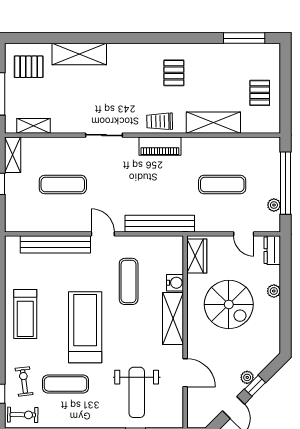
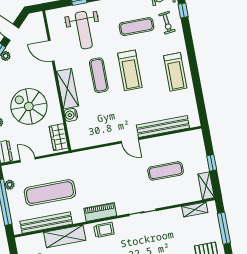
exercise mat: (222, 185) -> (50, 193), width x1.36, depth x1.45
bench: (160, 224) -> (46, 223), moved
exercise mat: (129, 281) -> (99, 75), moved
treadmill: (25, 314) -> (175, 72), turned 180
treadmill: (85, 327) -> (130, 70), width x0.73, depth x0.73
weight bench: (137, 392) -> (84, 30), turned 180

